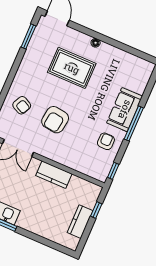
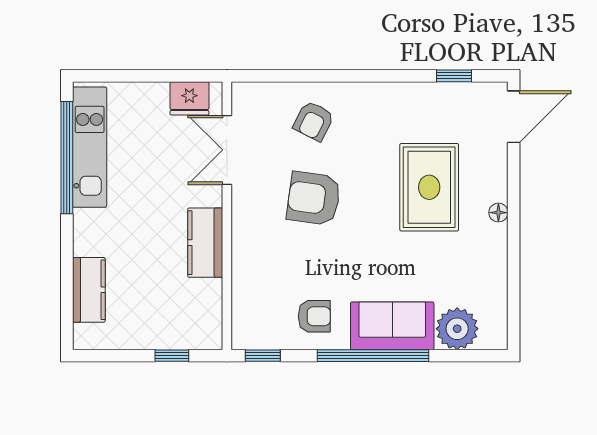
window: (28, 36) -> (454, 76), width x0.67
plant: (138, 82) -> (457, 329), added
window: (134, 123) -> (373, 356), width x1.46
kitchen counter: (80, 222) -> (89, 290), moved, turned 90

